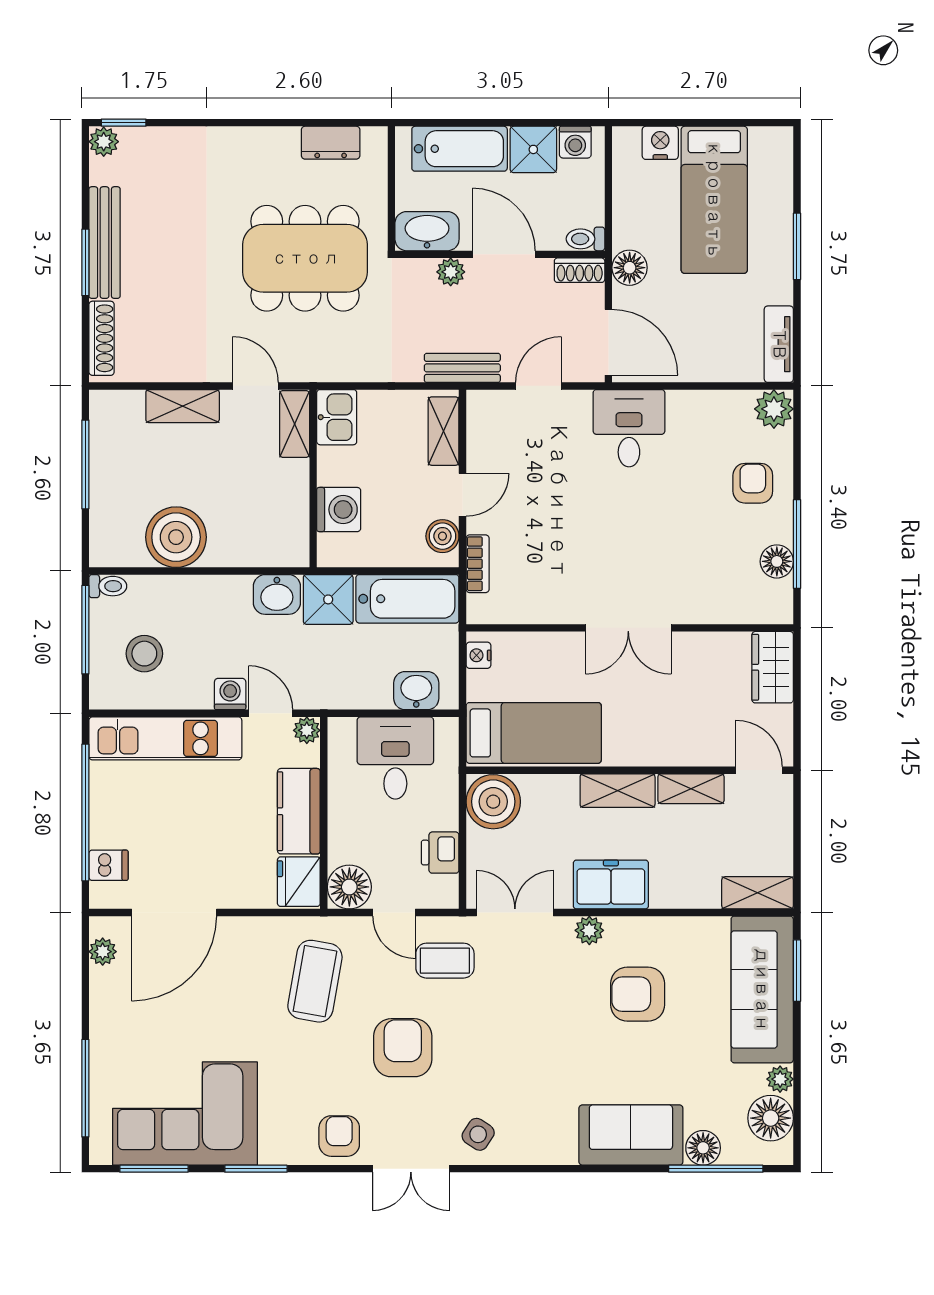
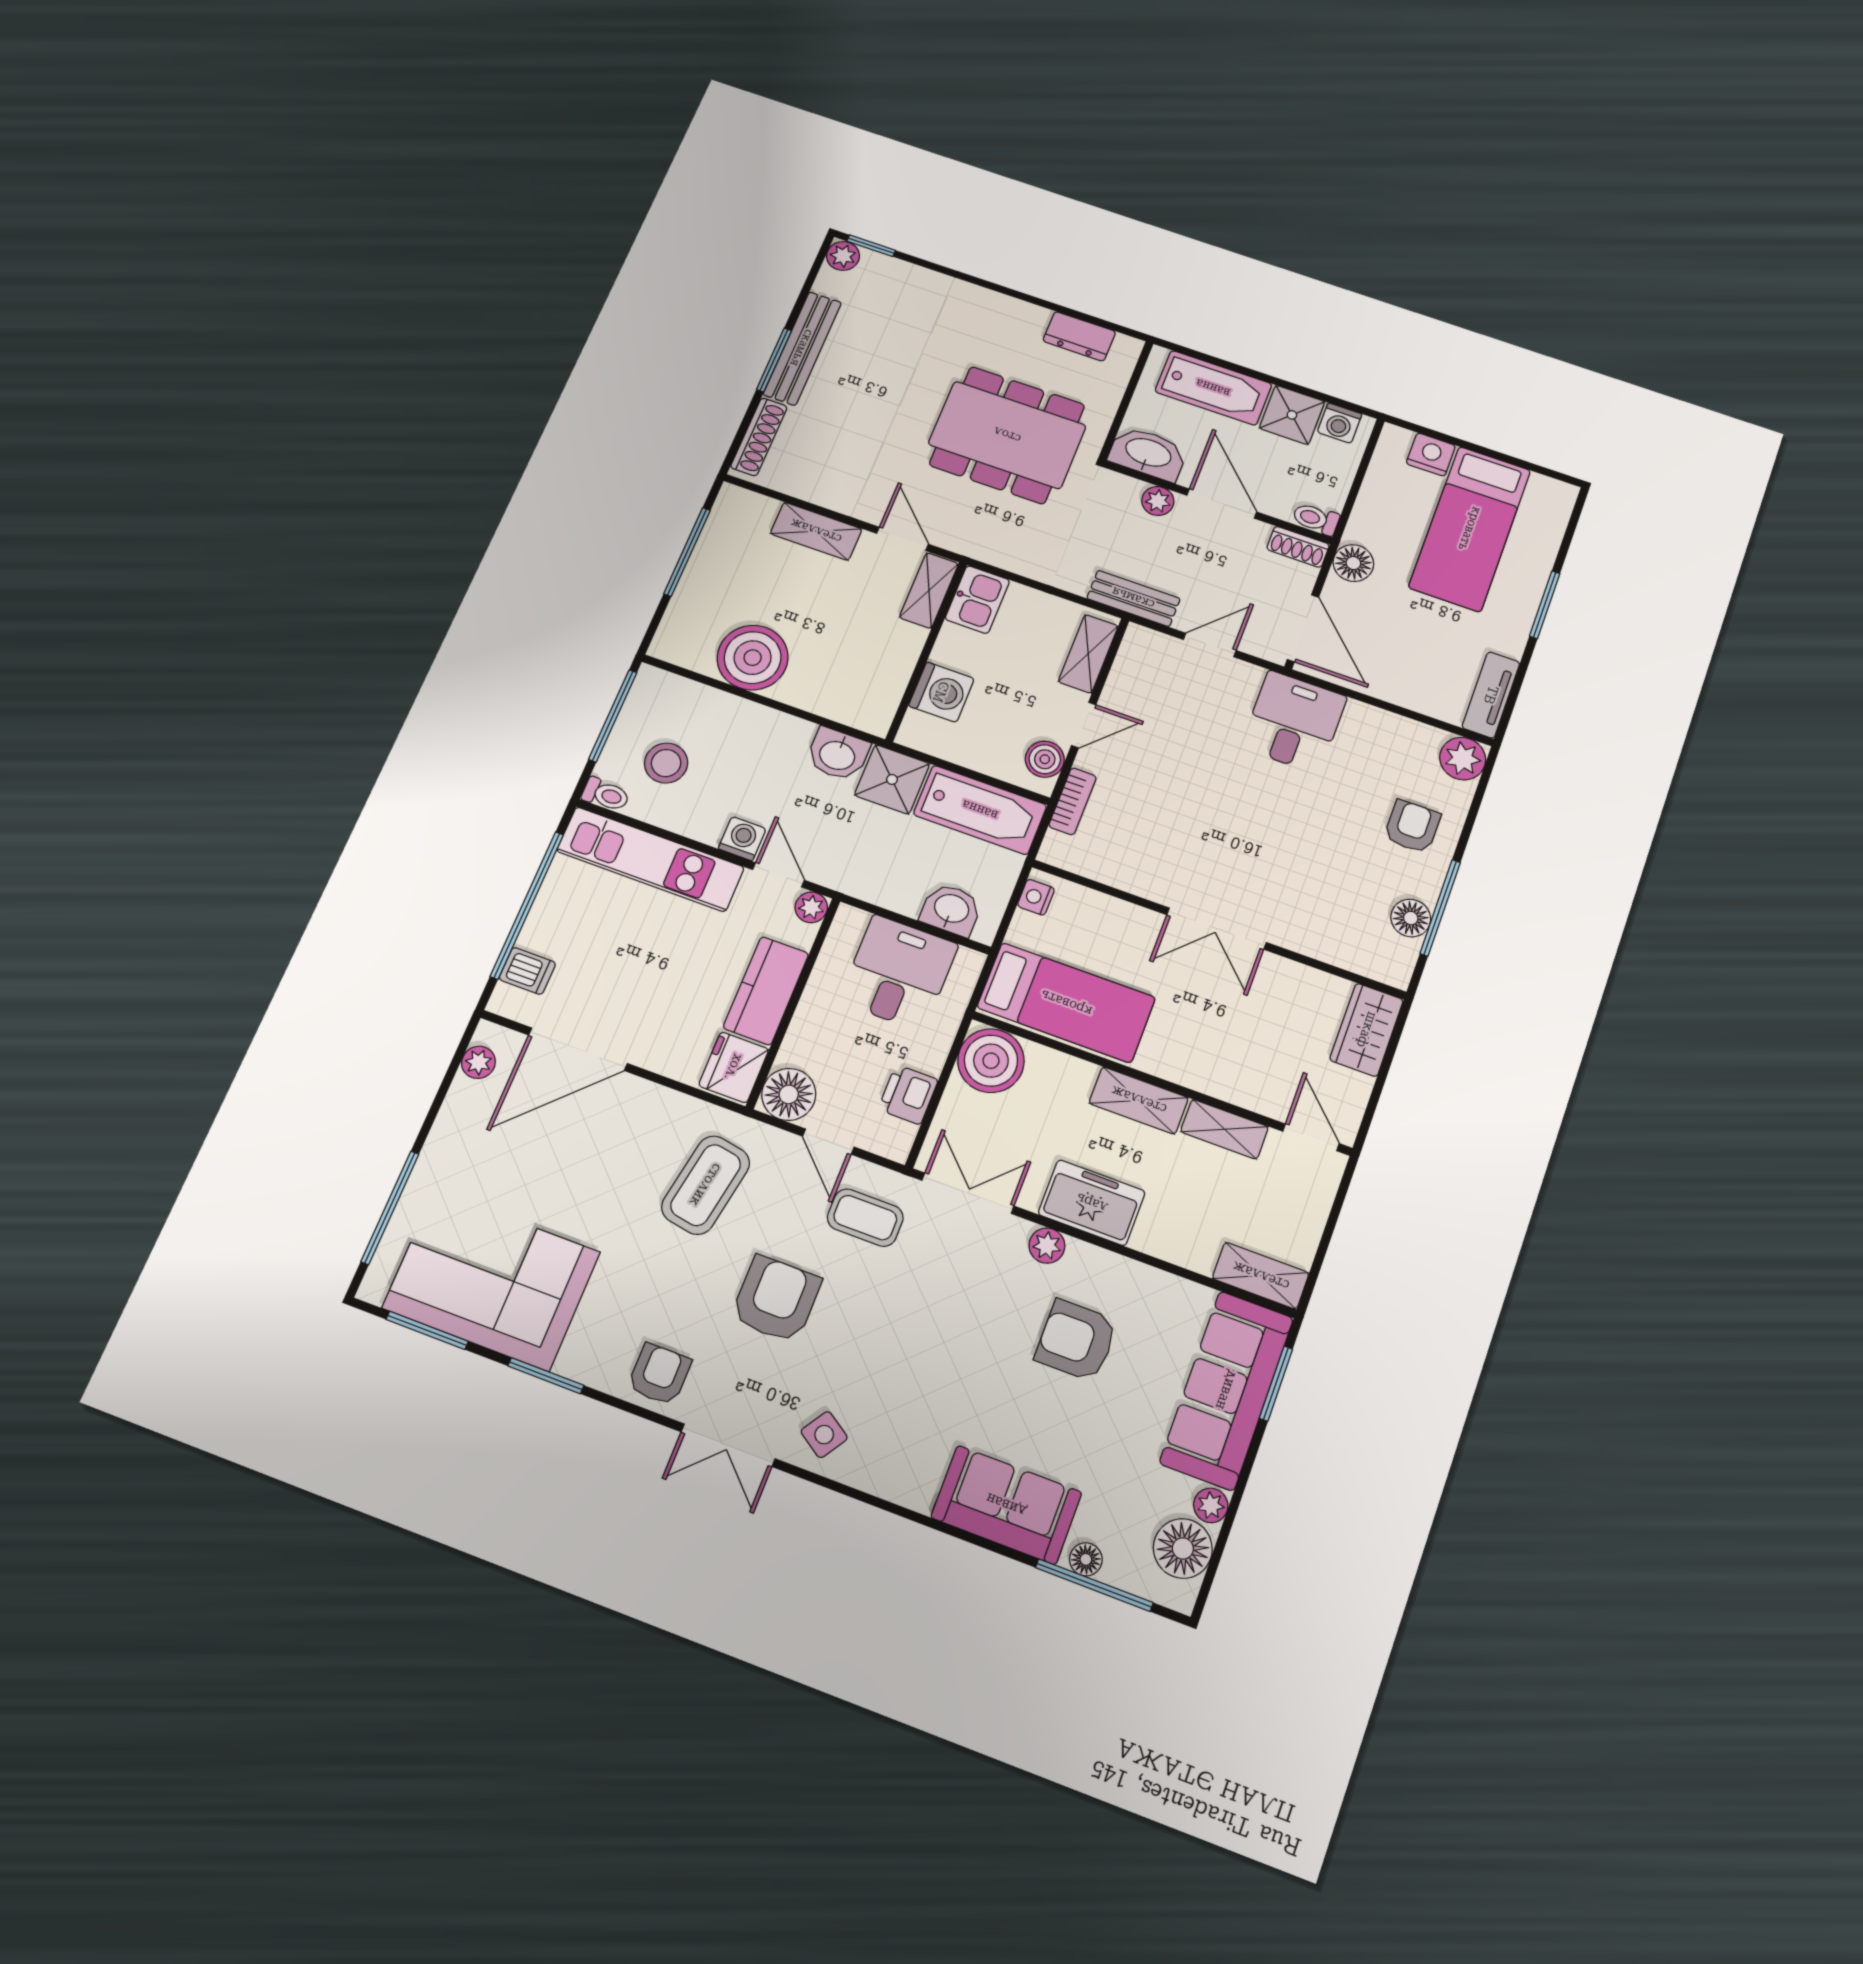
toilet: (108, 586) -> (606, 795), moved
floor lamp: (703, 1148) -> (1086, 1559), width x0.73, depth x0.73

